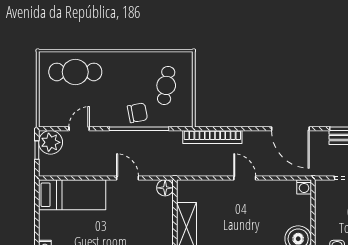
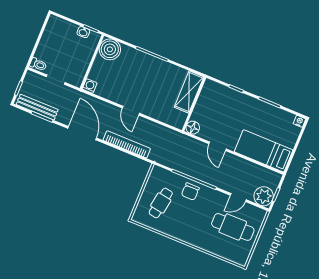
cafe table: (75, 72) -> (233, 227), moved
chair: (137, 113) -> (190, 192), turned -79
bookcase: (212, 137) -> (127, 144), moved

